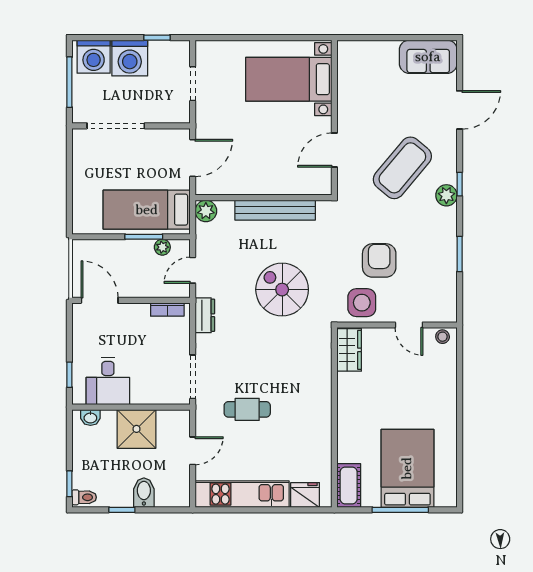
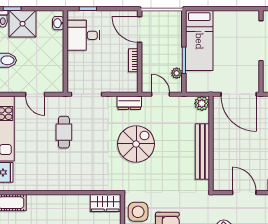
door: (193, 158) -> (239, 94), width x1.36
bed: (147, 210) -> (199, 41), moved, turned 180
spiral stairs: (282, 290) -> (136, 144), moved
door: (100, 300) -> (140, 29), swing flipped
bookcase: (167, 310) -> (133, 60), moved
shower: (136, 429) -> (23, 24), moved

